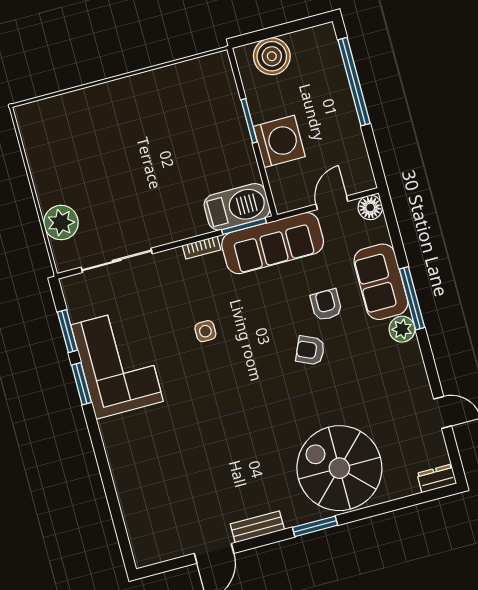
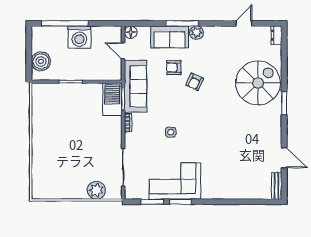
washing machine: (279, 141) -> (79, 37), moved, turned 180
spiral stairs: (339, 468) -> (258, 83), turned 180
bench: (257, 527) -> (277, 186), moved

